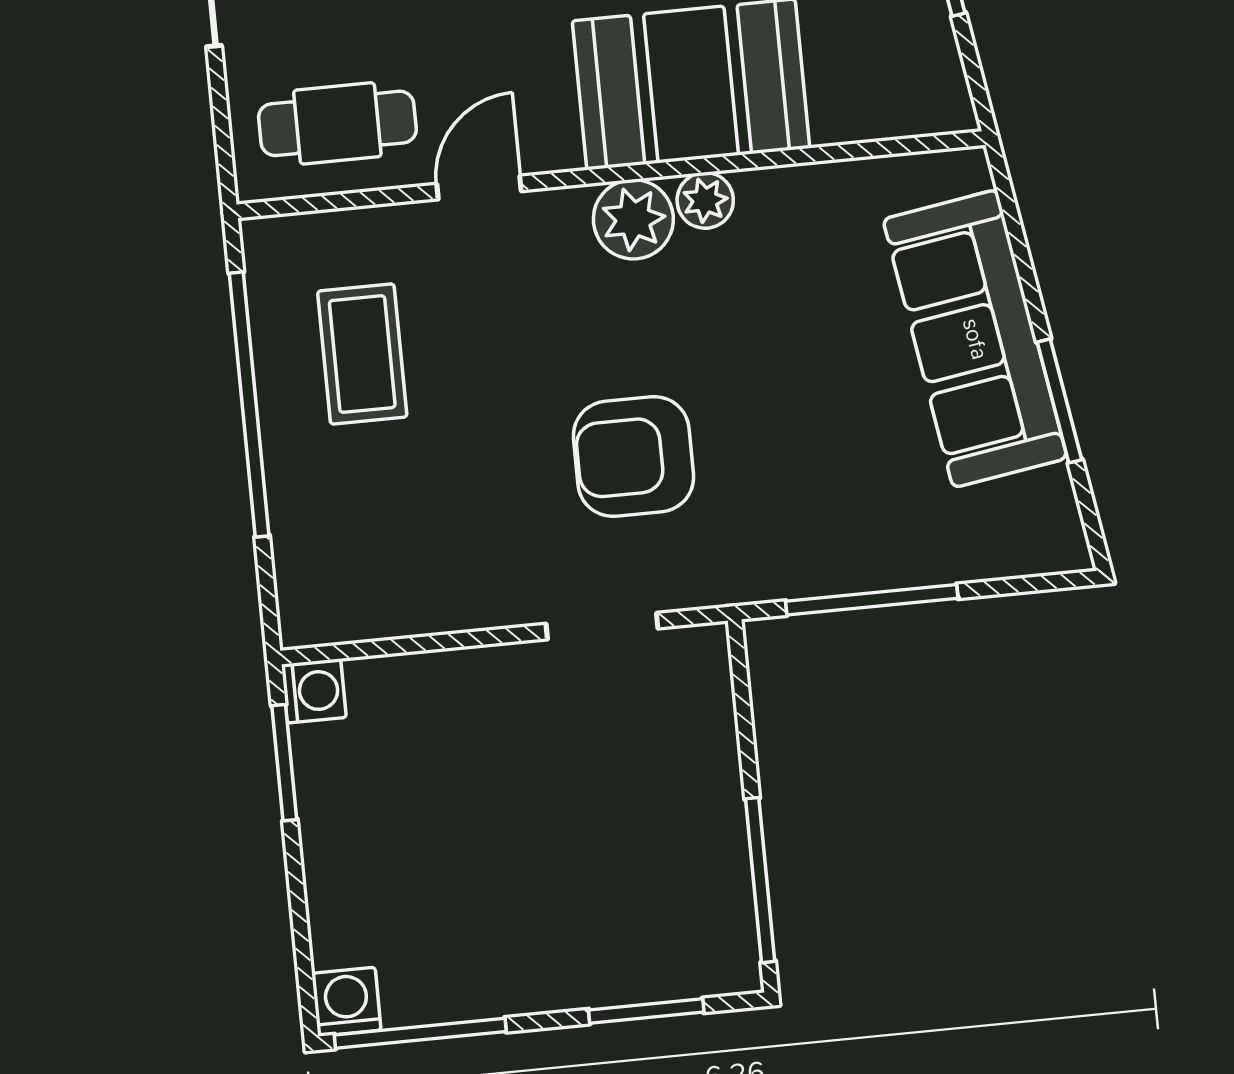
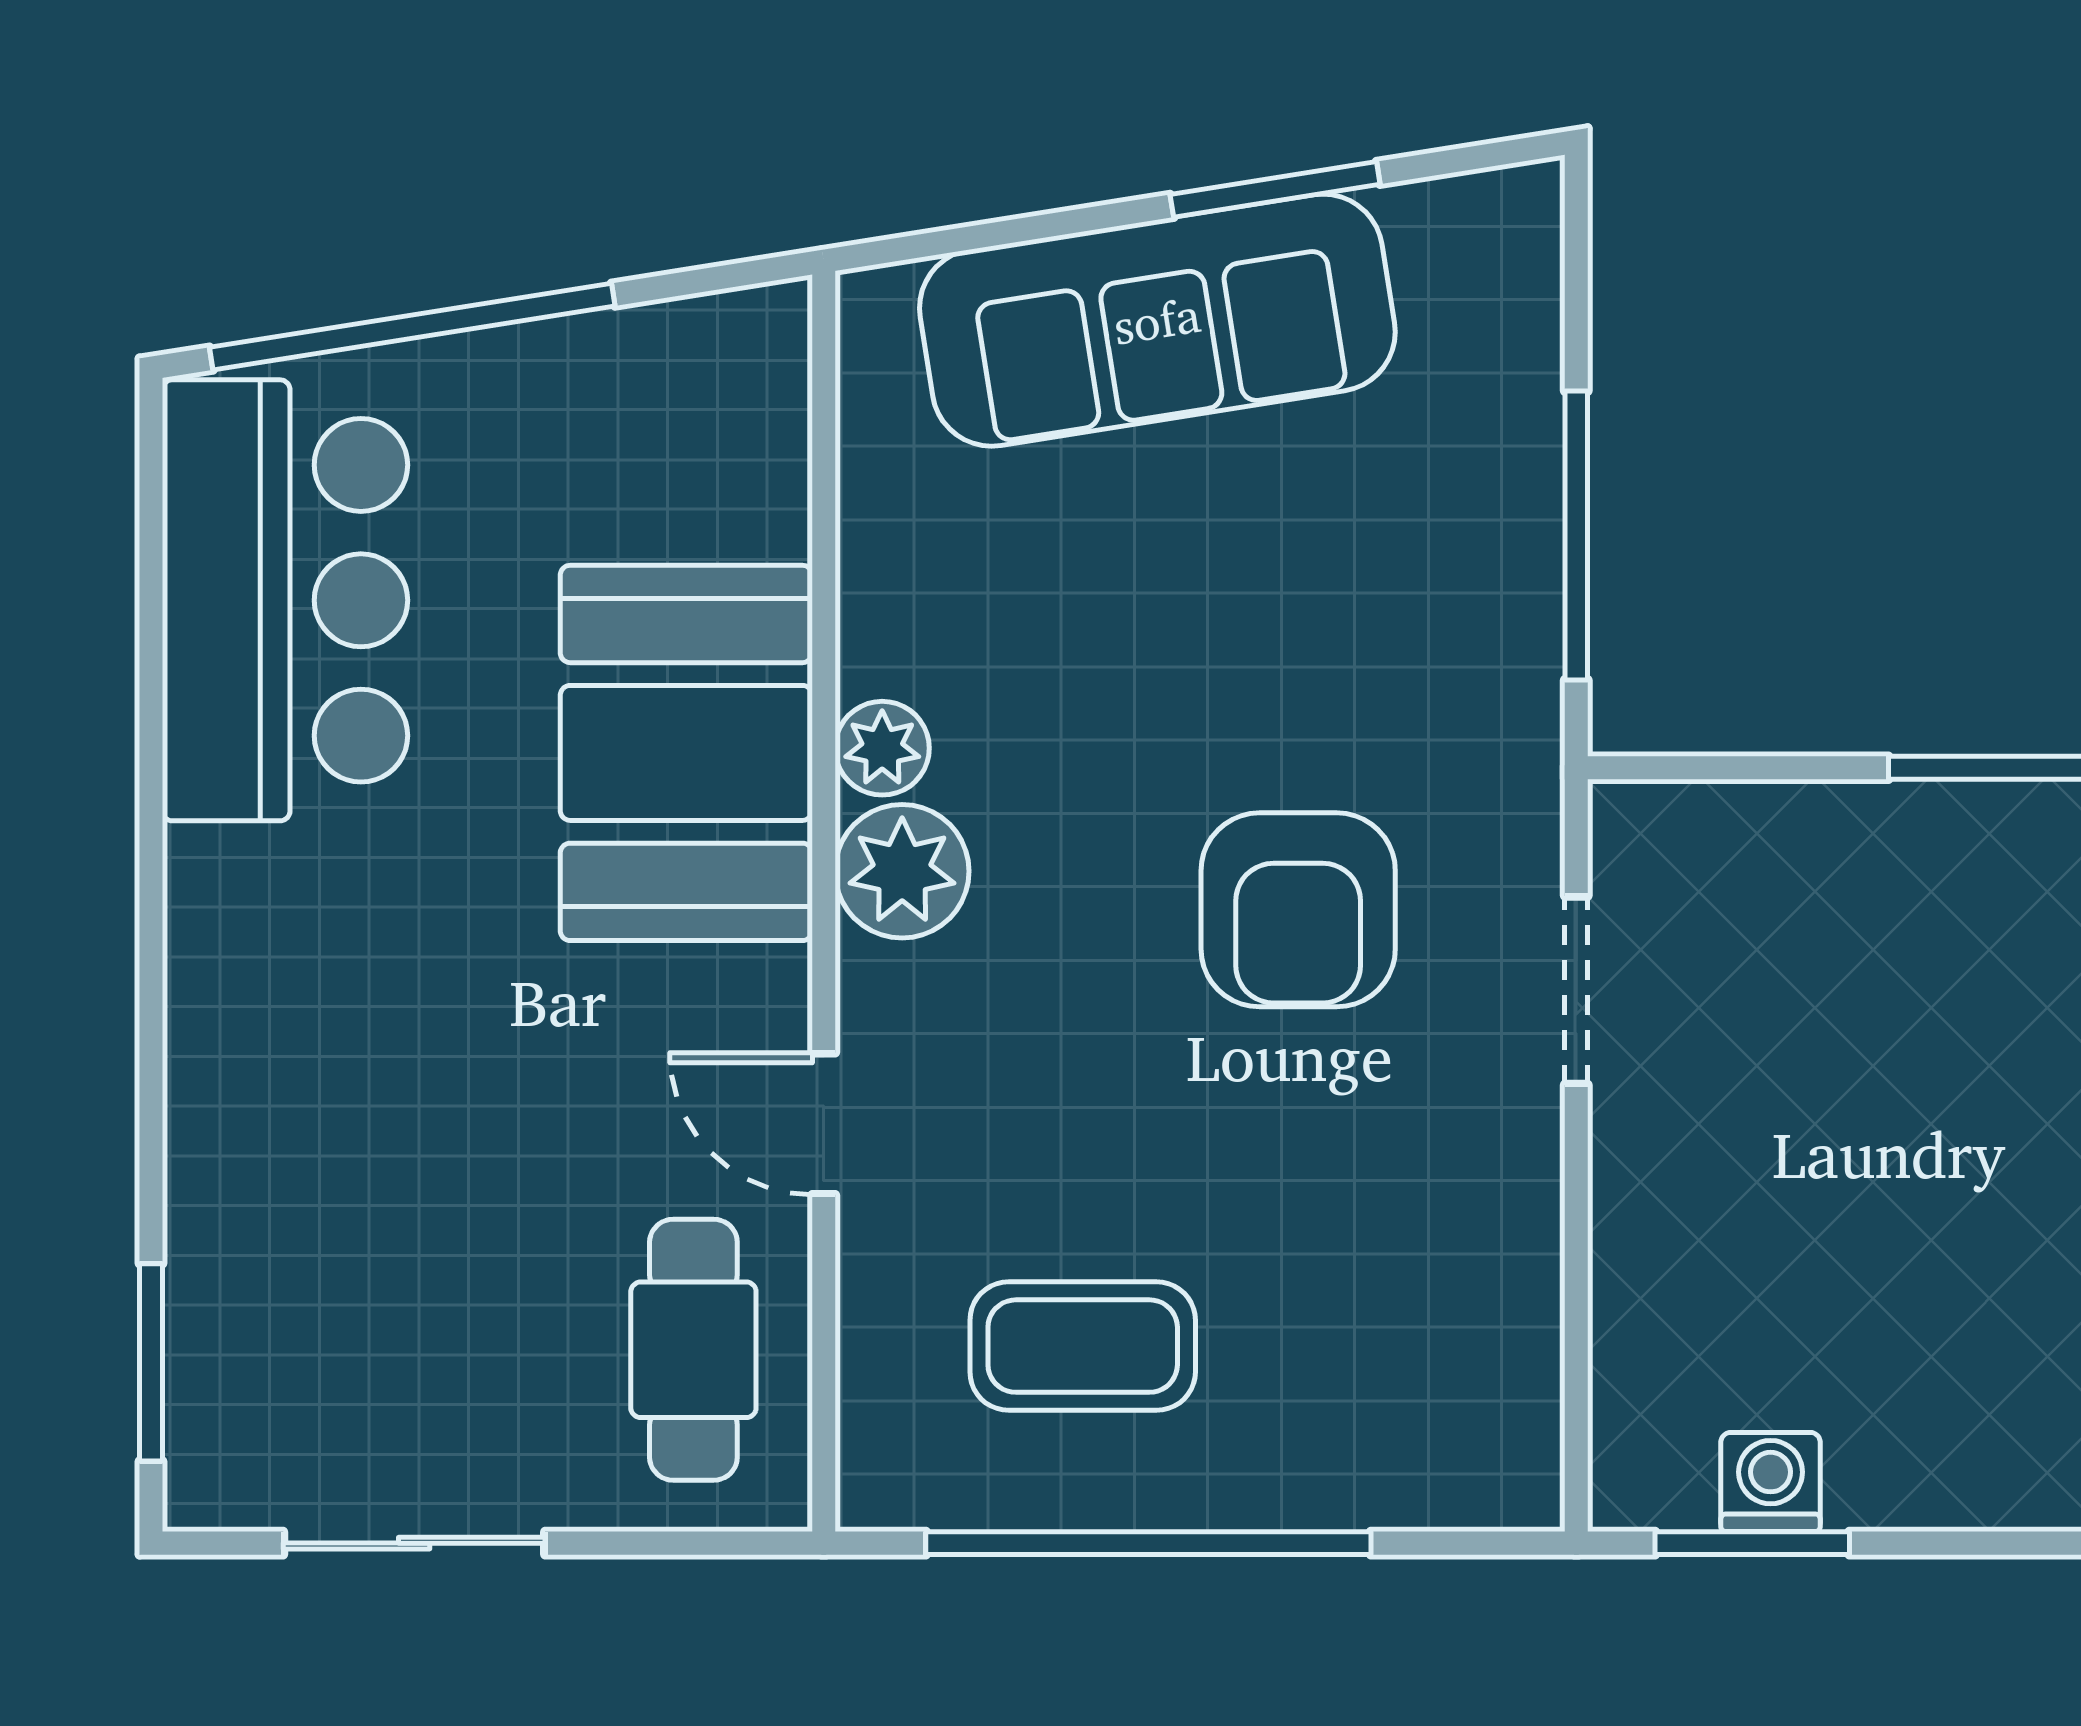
washing machine: (314, 691) -> (1771, 1482), moved

